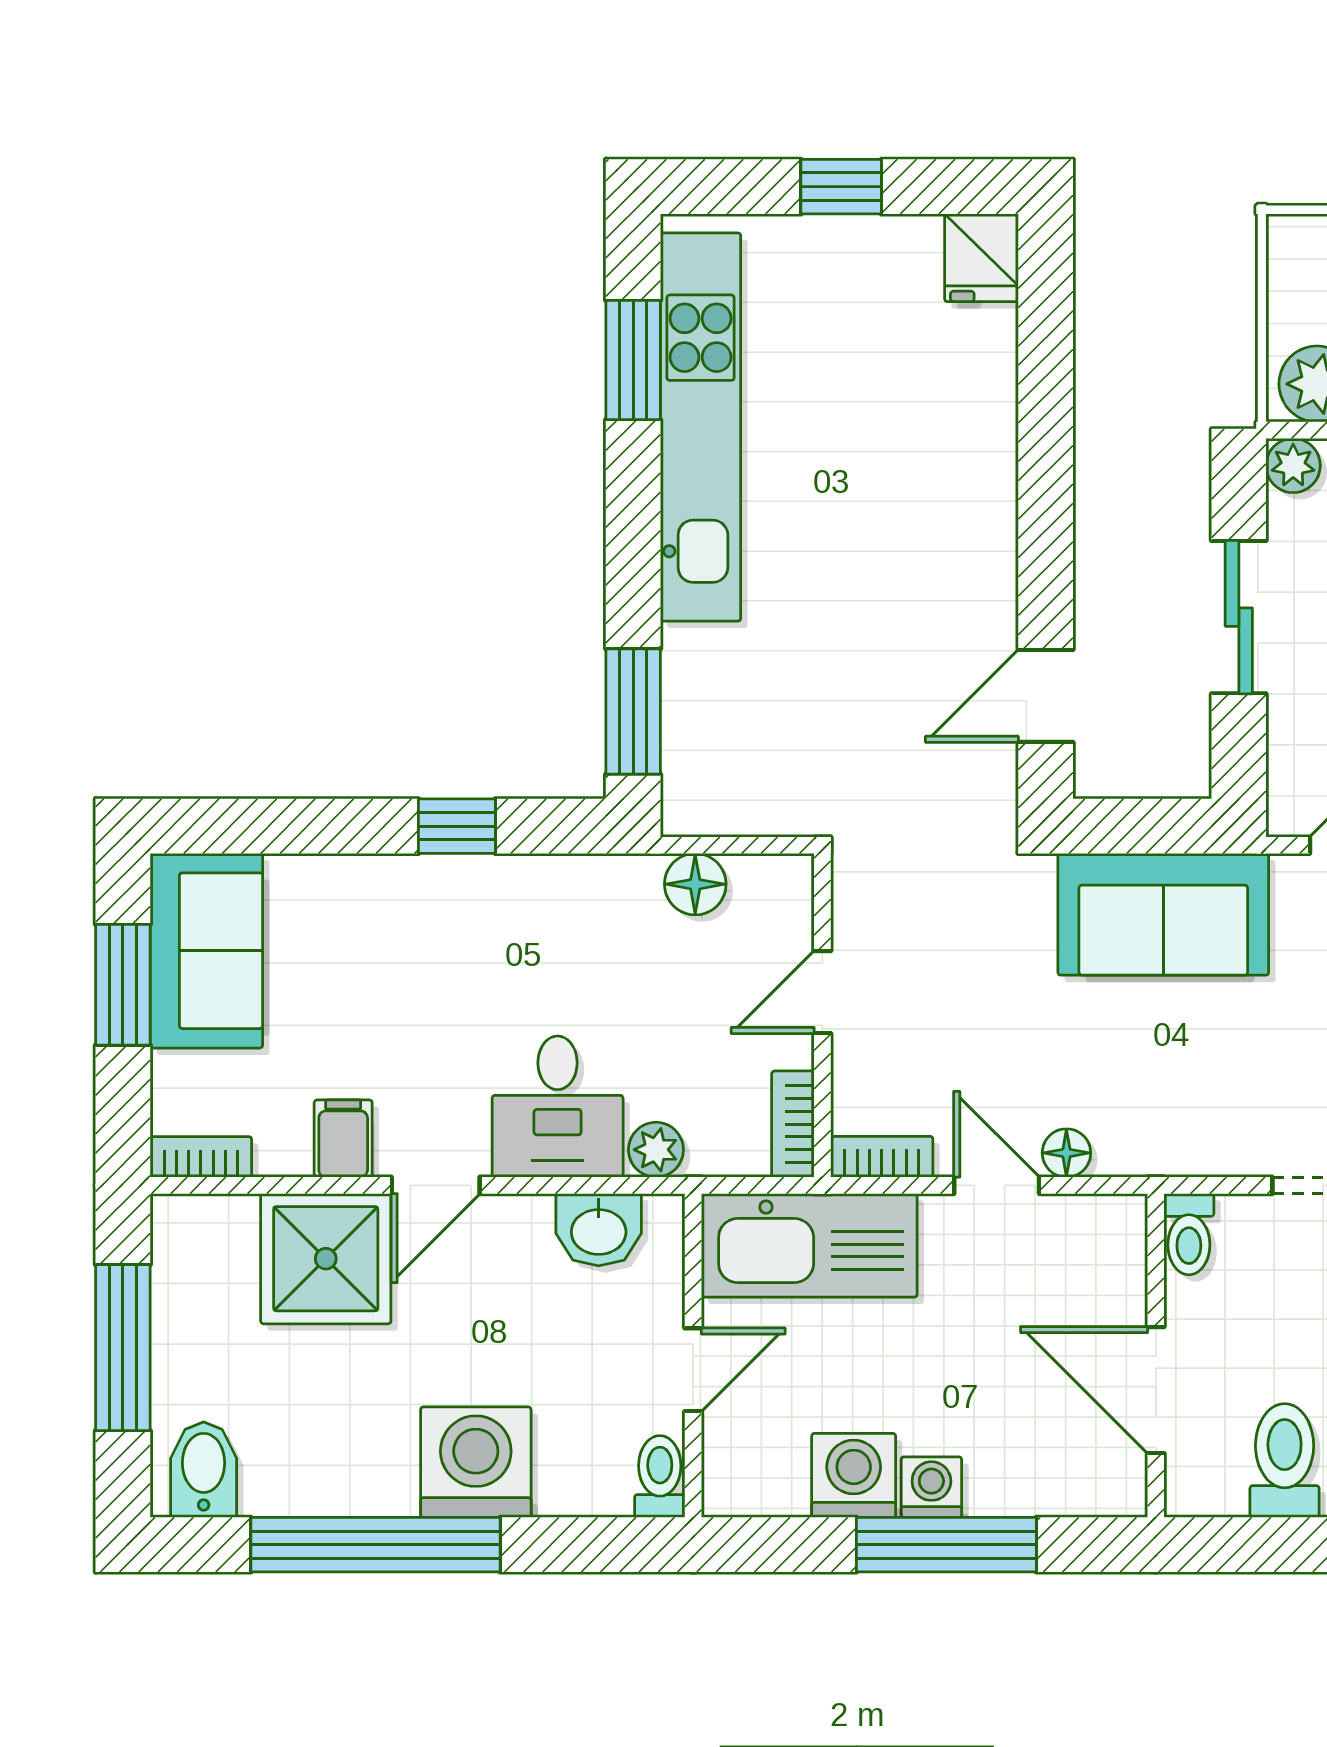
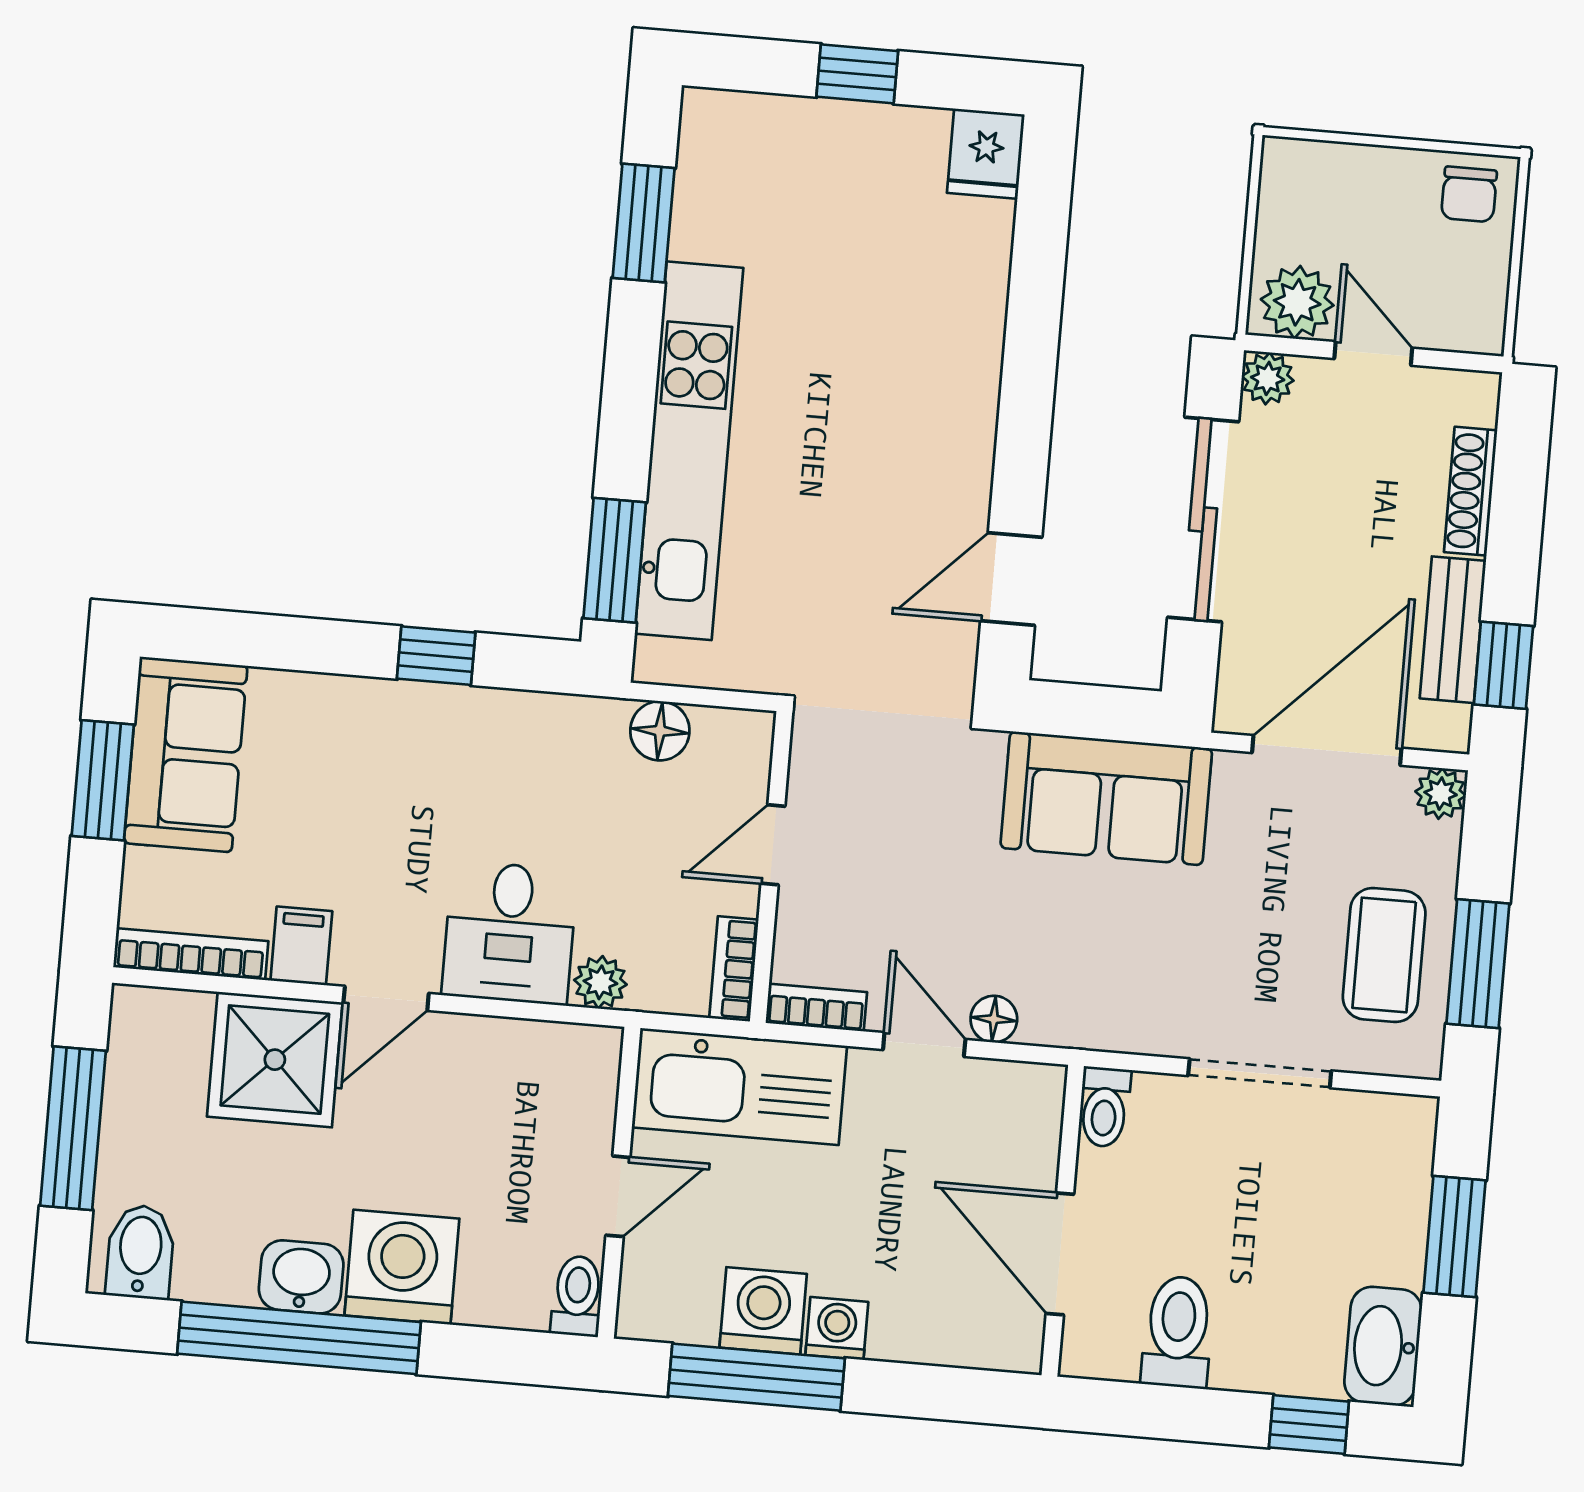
kitchen unit: (701, 427) -> (689, 451), moved
sliding door: (1239, 617) -> (1203, 519), width x1.37
bookcase: (201, 1157) -> (191, 954), width x1.56
washbasin: (599, 1230) -> (301, 1277), moved, turned 180
window: (946, 1545) -> (756, 1377), moved

